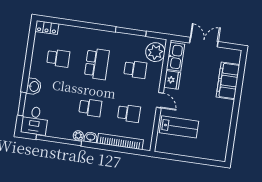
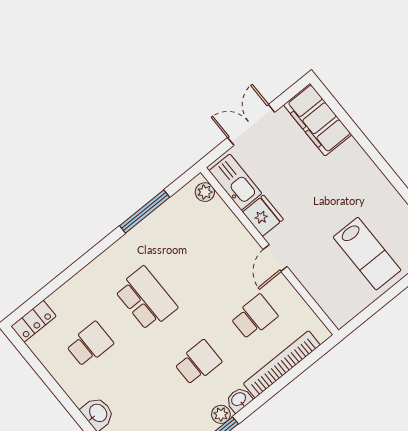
plant: (155, 52) -> (205, 192), width x0.53, depth x0.53
school desk: (135, 69) -> (202, 253), removed
filing cabinet: (228, 81) -> (318, 120), moved
door: (160, 100) -> (275, 258), swing flipped
lab bench: (179, 127) -> (367, 254), moved, turned 90

